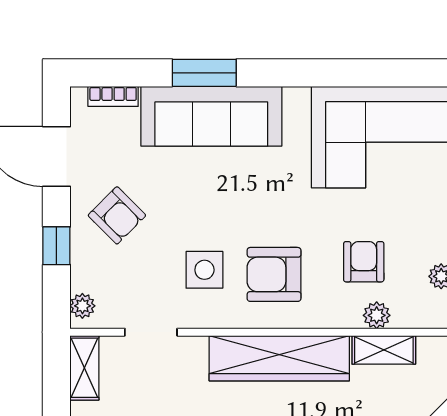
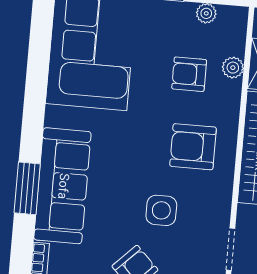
side table: (204, 270) -> (161, 210), moved
armchair: (274, 274) -> (193, 147), turned 90

